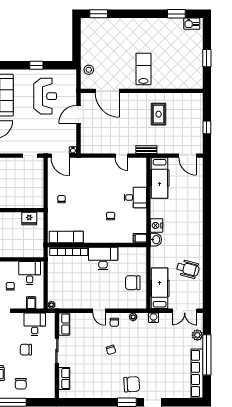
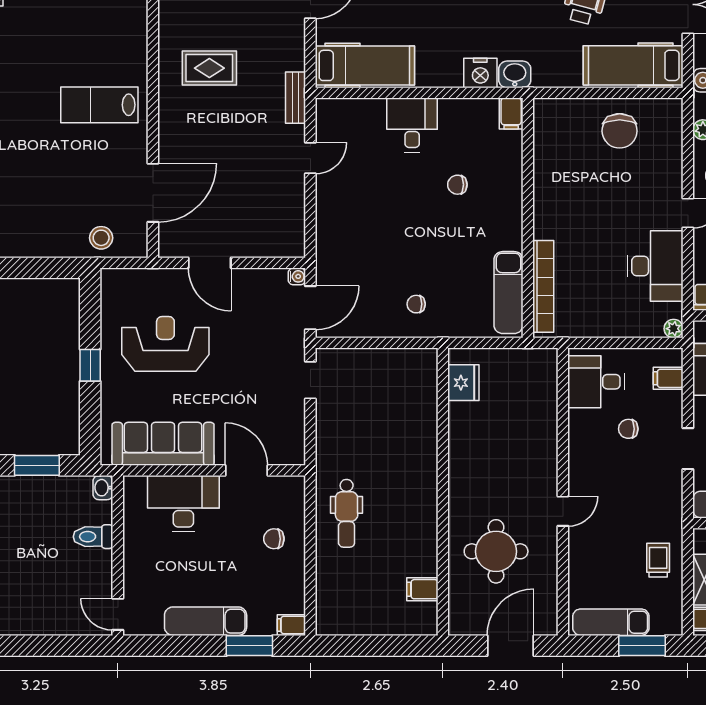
desk: (103, 258) -> (655, 266), moved, turned 180

